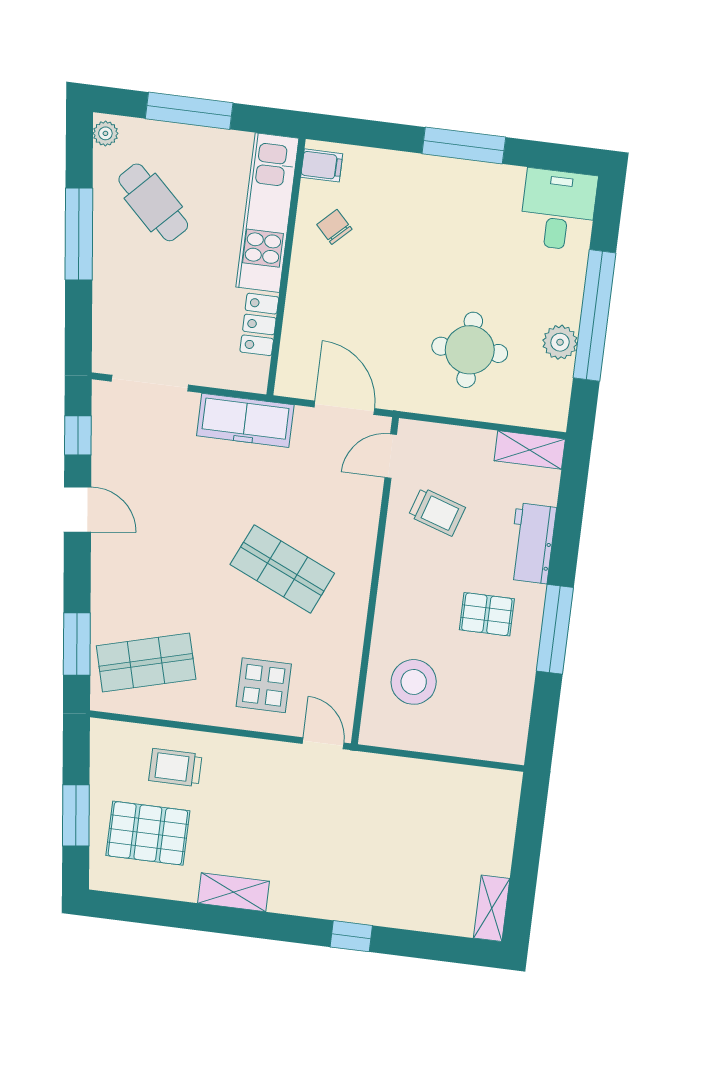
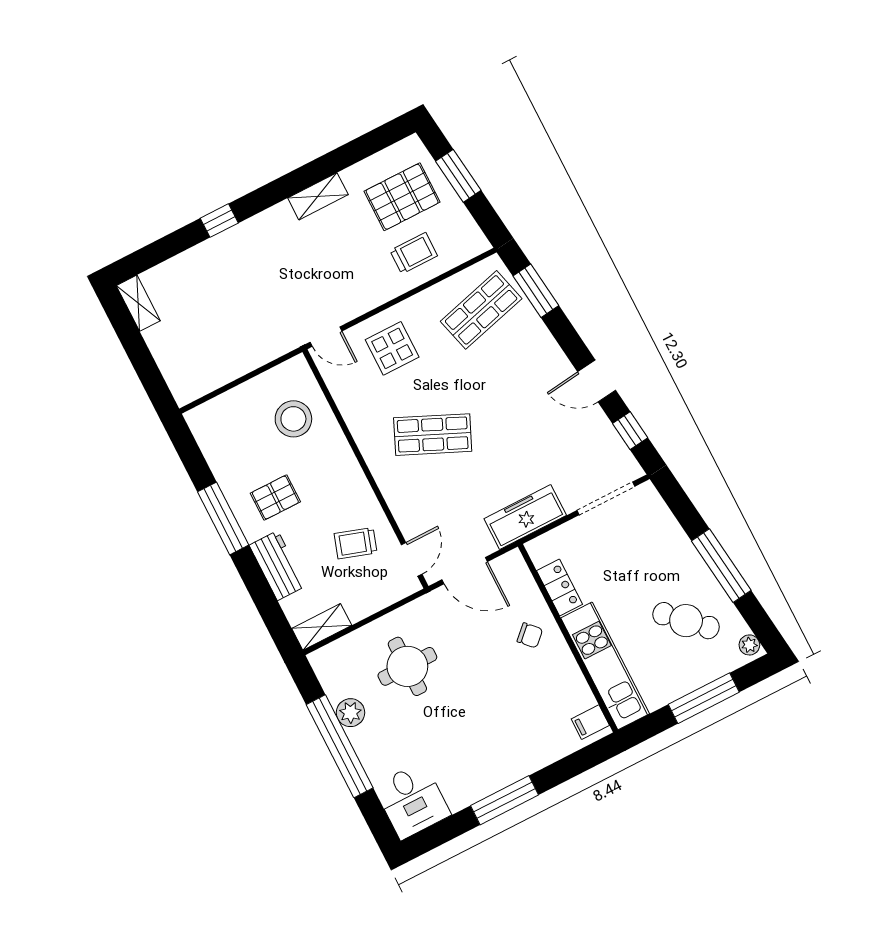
chair: (334, 227) -> (530, 635), moved

